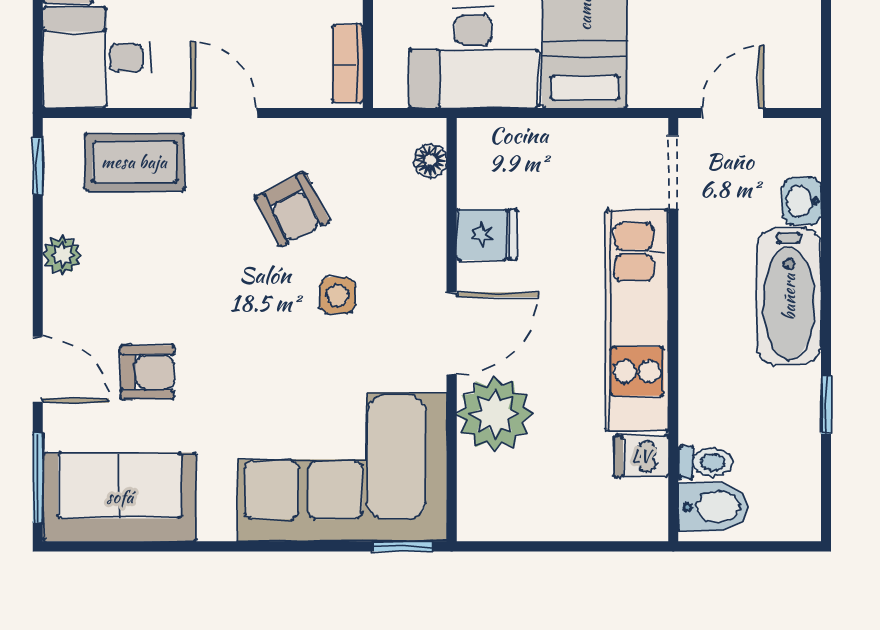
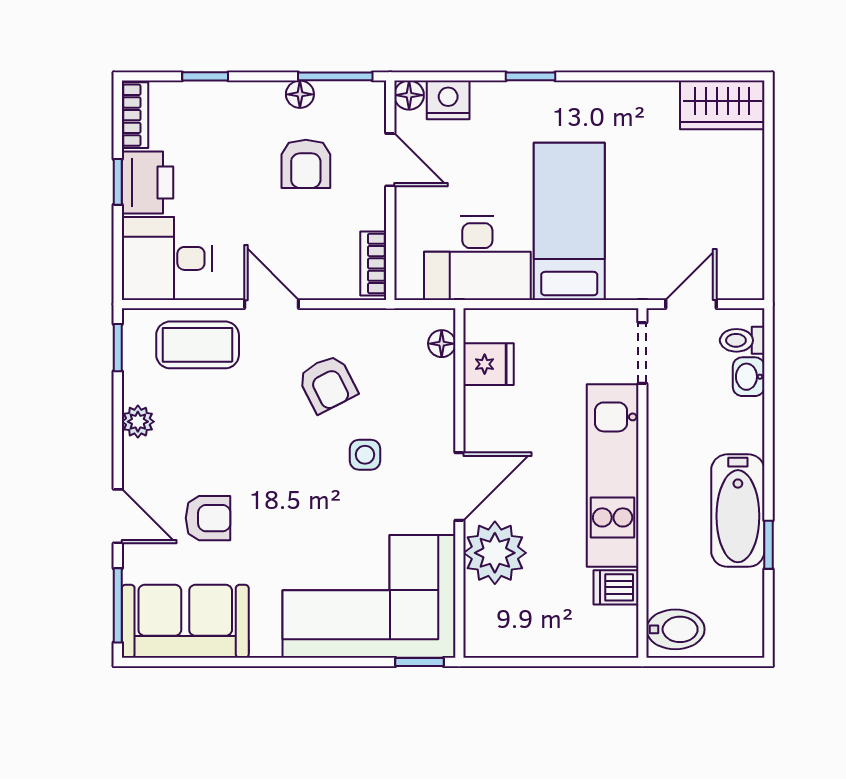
fridge: (487, 235) -> (489, 364), moved
bathtub: (789, 297) -> (738, 511), moved
toilet: (705, 462) -> (742, 340), moved, turned 180

